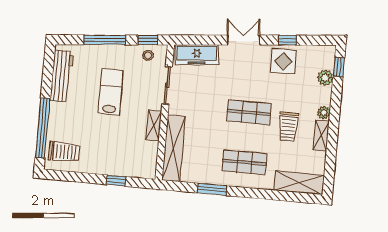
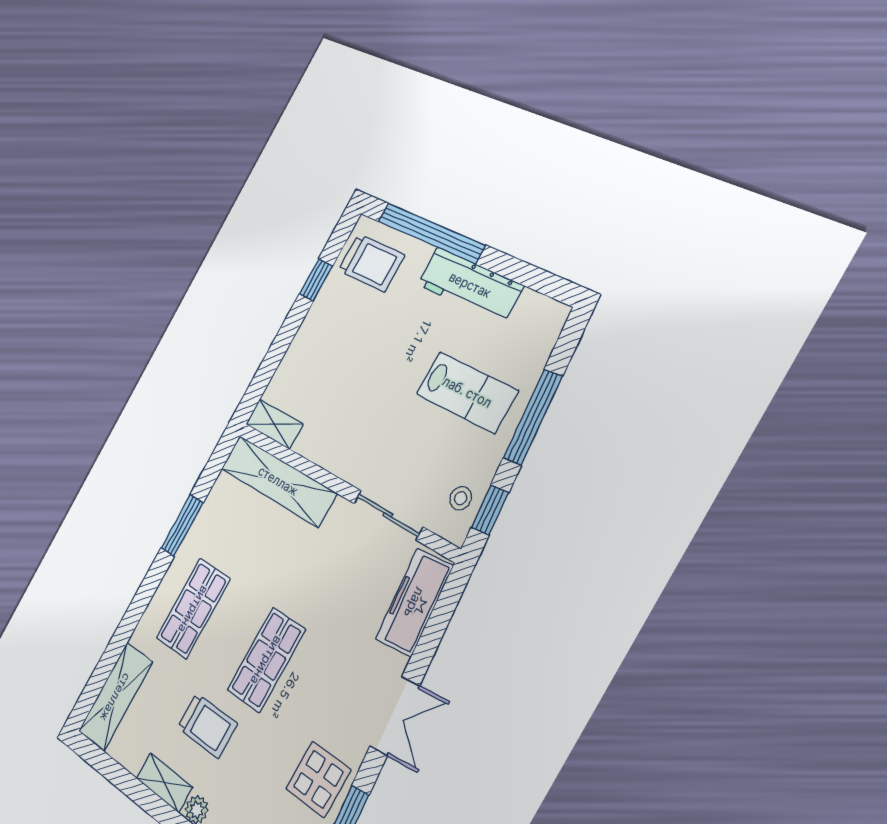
workbench: (62, 76) -> (470, 285), moved
lab bench: (111, 92) -> (467, 392), moved
shelving: (154, 125) -> (274, 424), moved
trolley: (288, 127) -> (207, 726), turned 180
trolley: (64, 152) -> (371, 263), turned -90
window: (116, 181) -> (316, 280), moved

